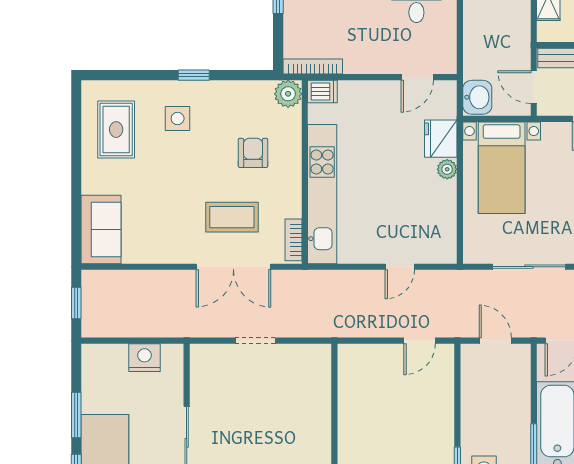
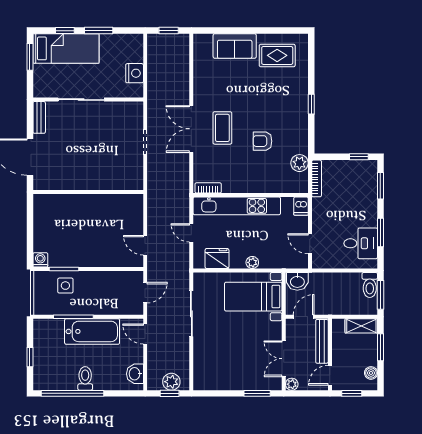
dishwasher: (322, 91) -> (301, 206), moved
side table: (178, 118) -> (284, 94), removed
fridge: (441, 139) -> (217, 259), moved
armchair: (253, 153) -> (263, 141), turned 180
wall: (305, 172) -> (251, 195), moved
kitchen unit: (322, 194) -> (237, 206), moved
sofa: (101, 229) -> (235, 46), moved
bookcase: (293, 240) -> (208, 188), moved

